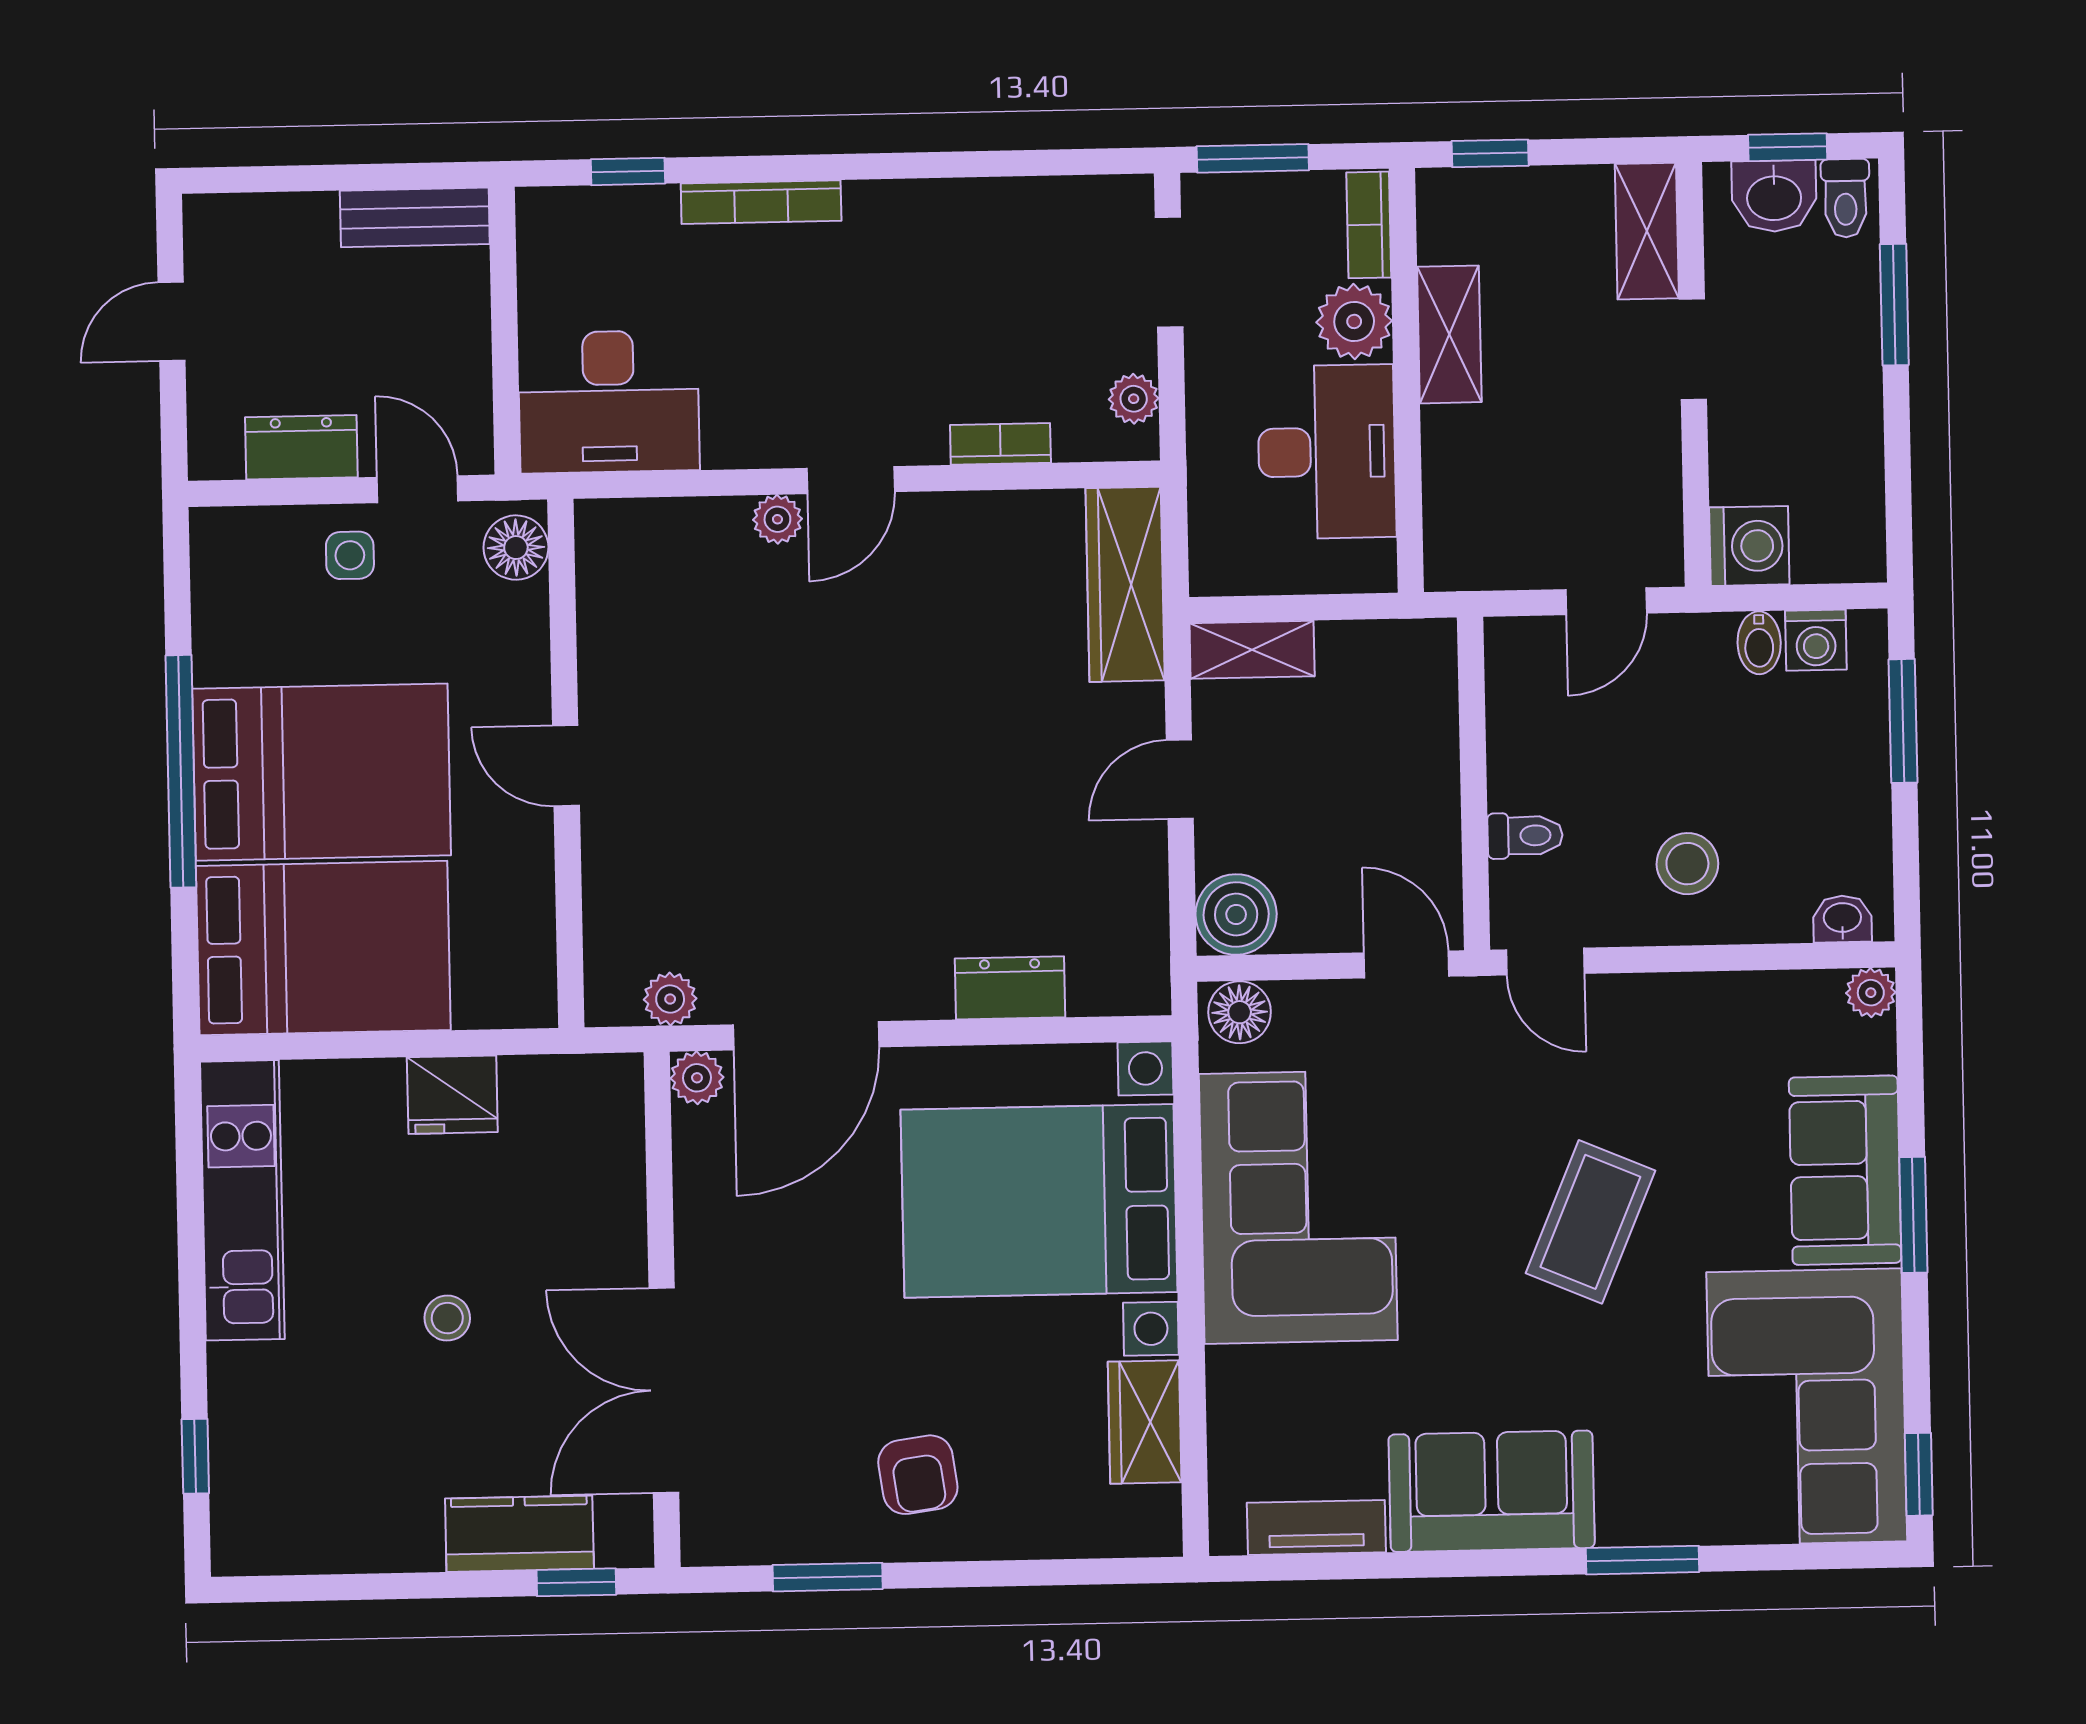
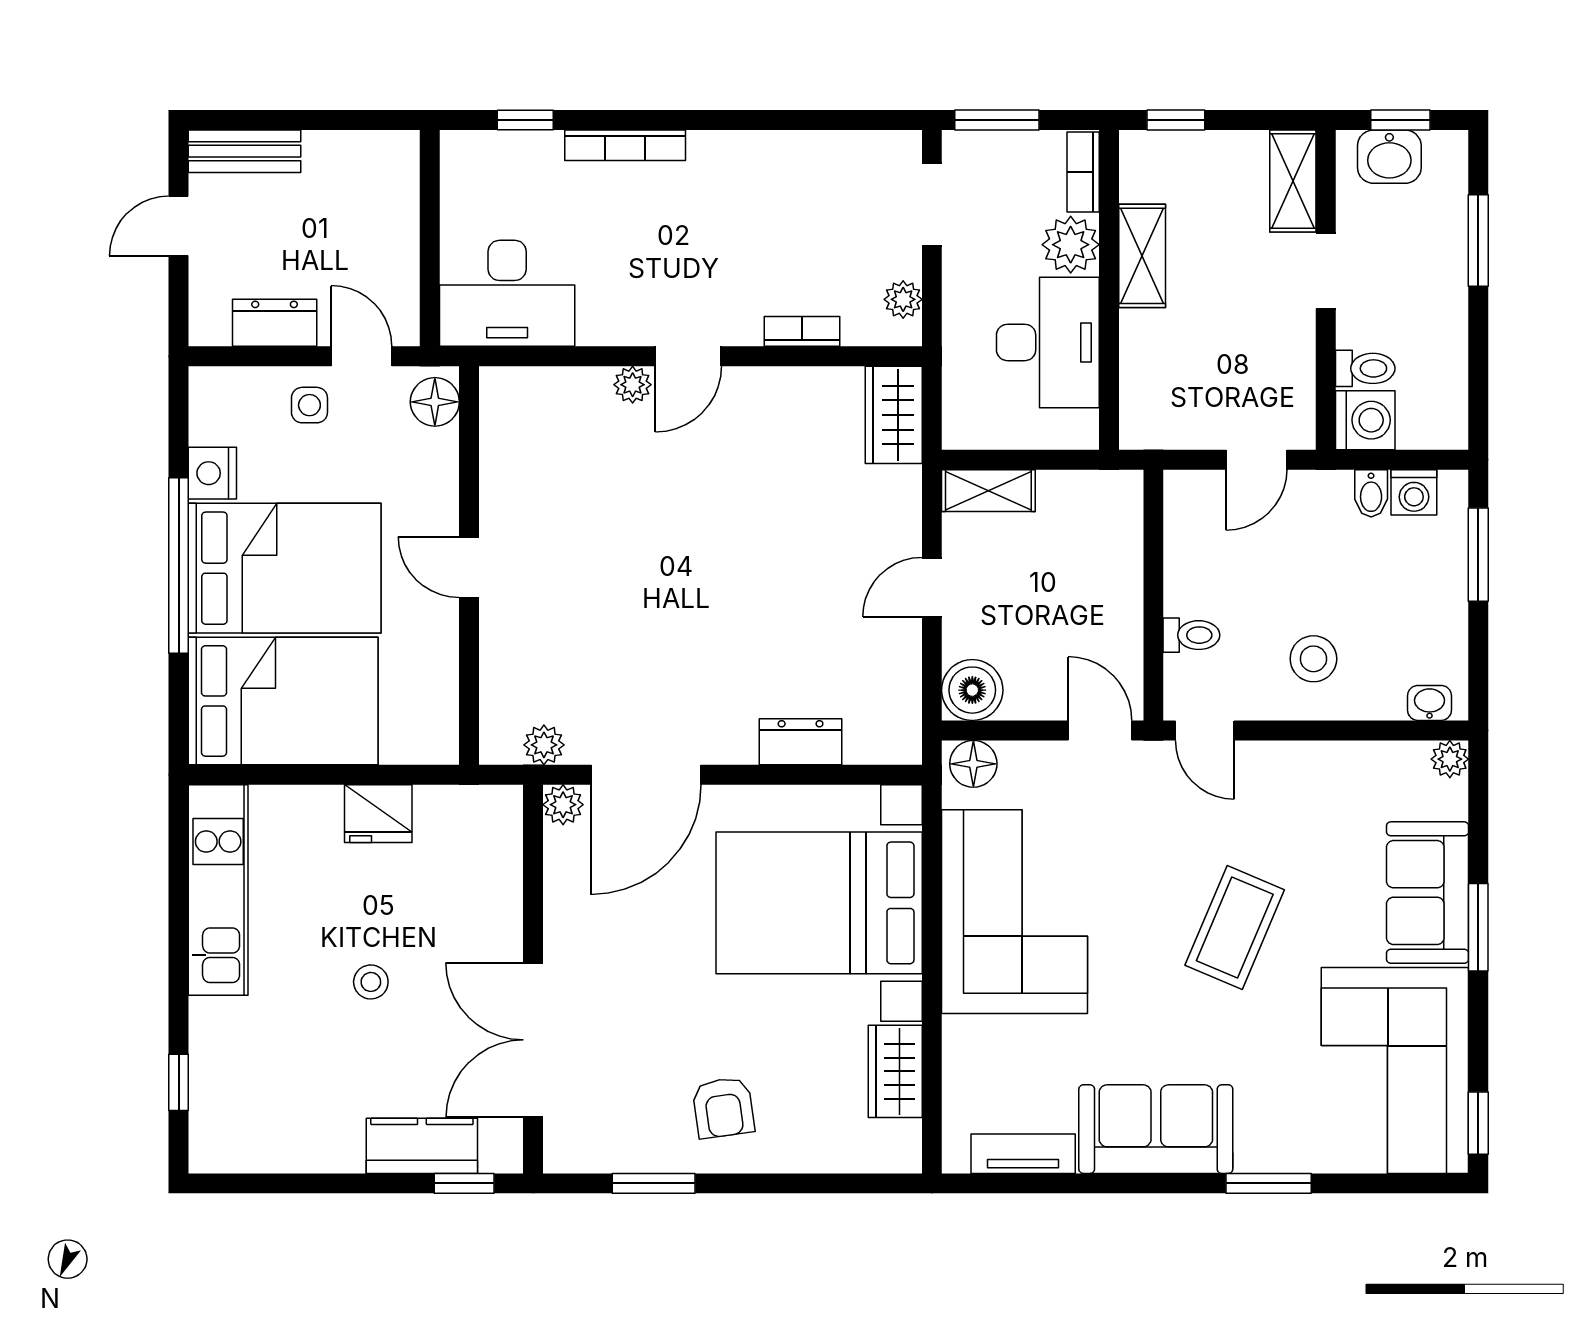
toilet: (1845, 198) -> (1365, 368), moved, turned -90
bench: (415, 217) -> (245, 151), moved
wardrobe: (1125, 584) -> (894, 415), width x0.67
nightstand: (223, 648) -> (212, 473), added

